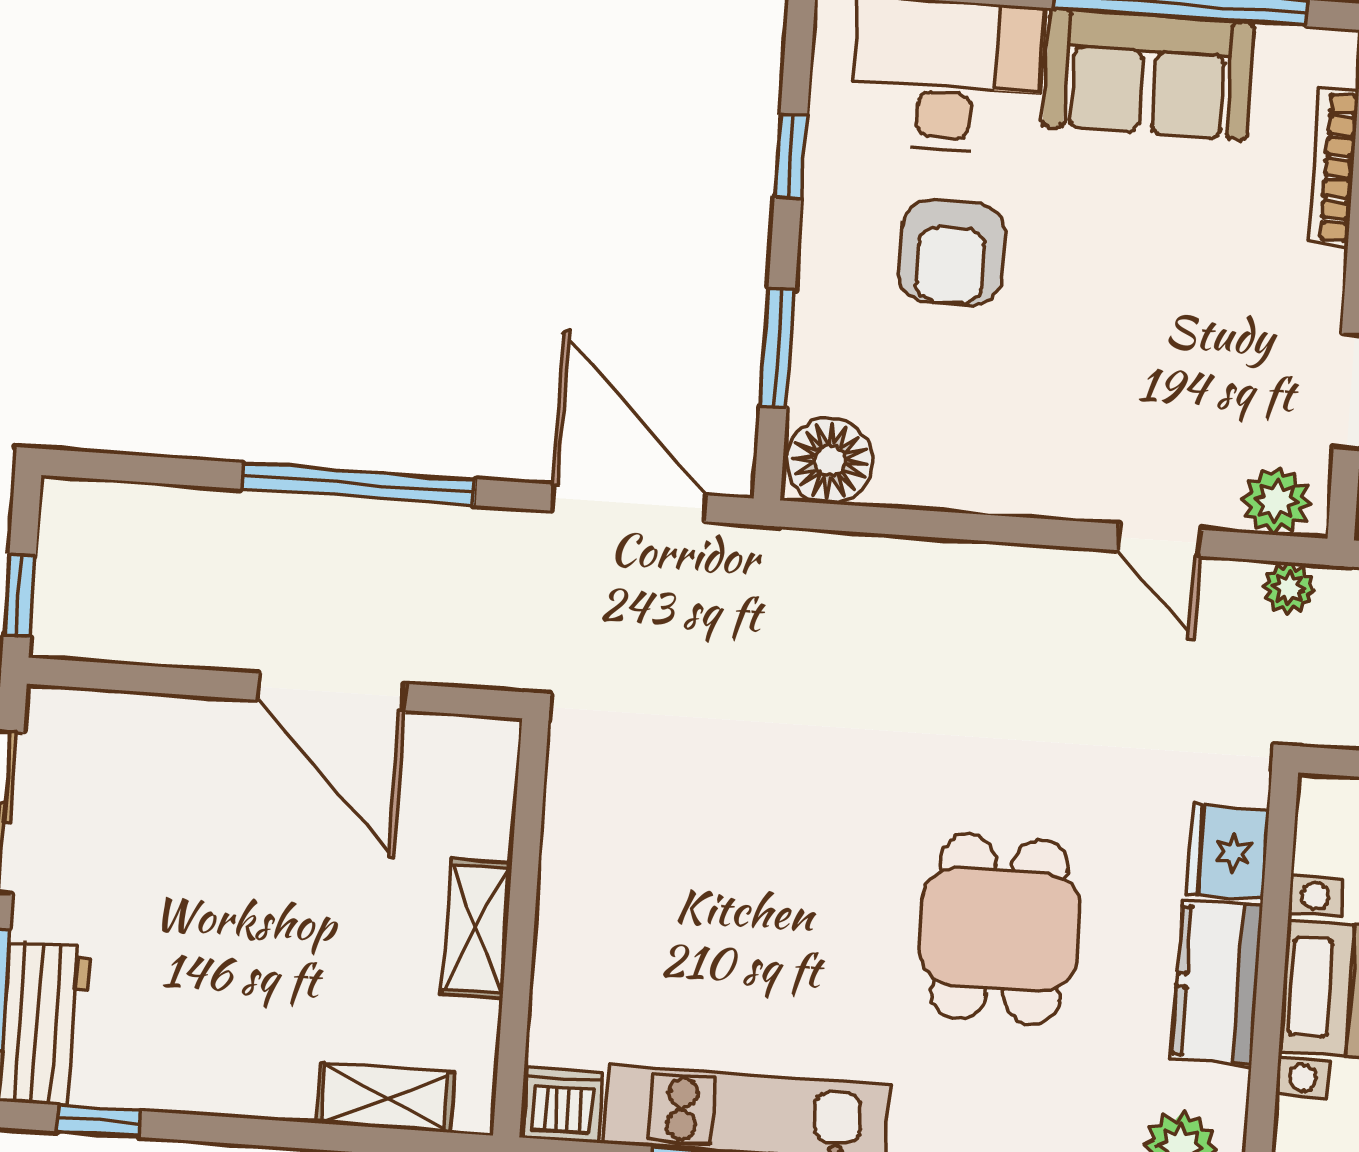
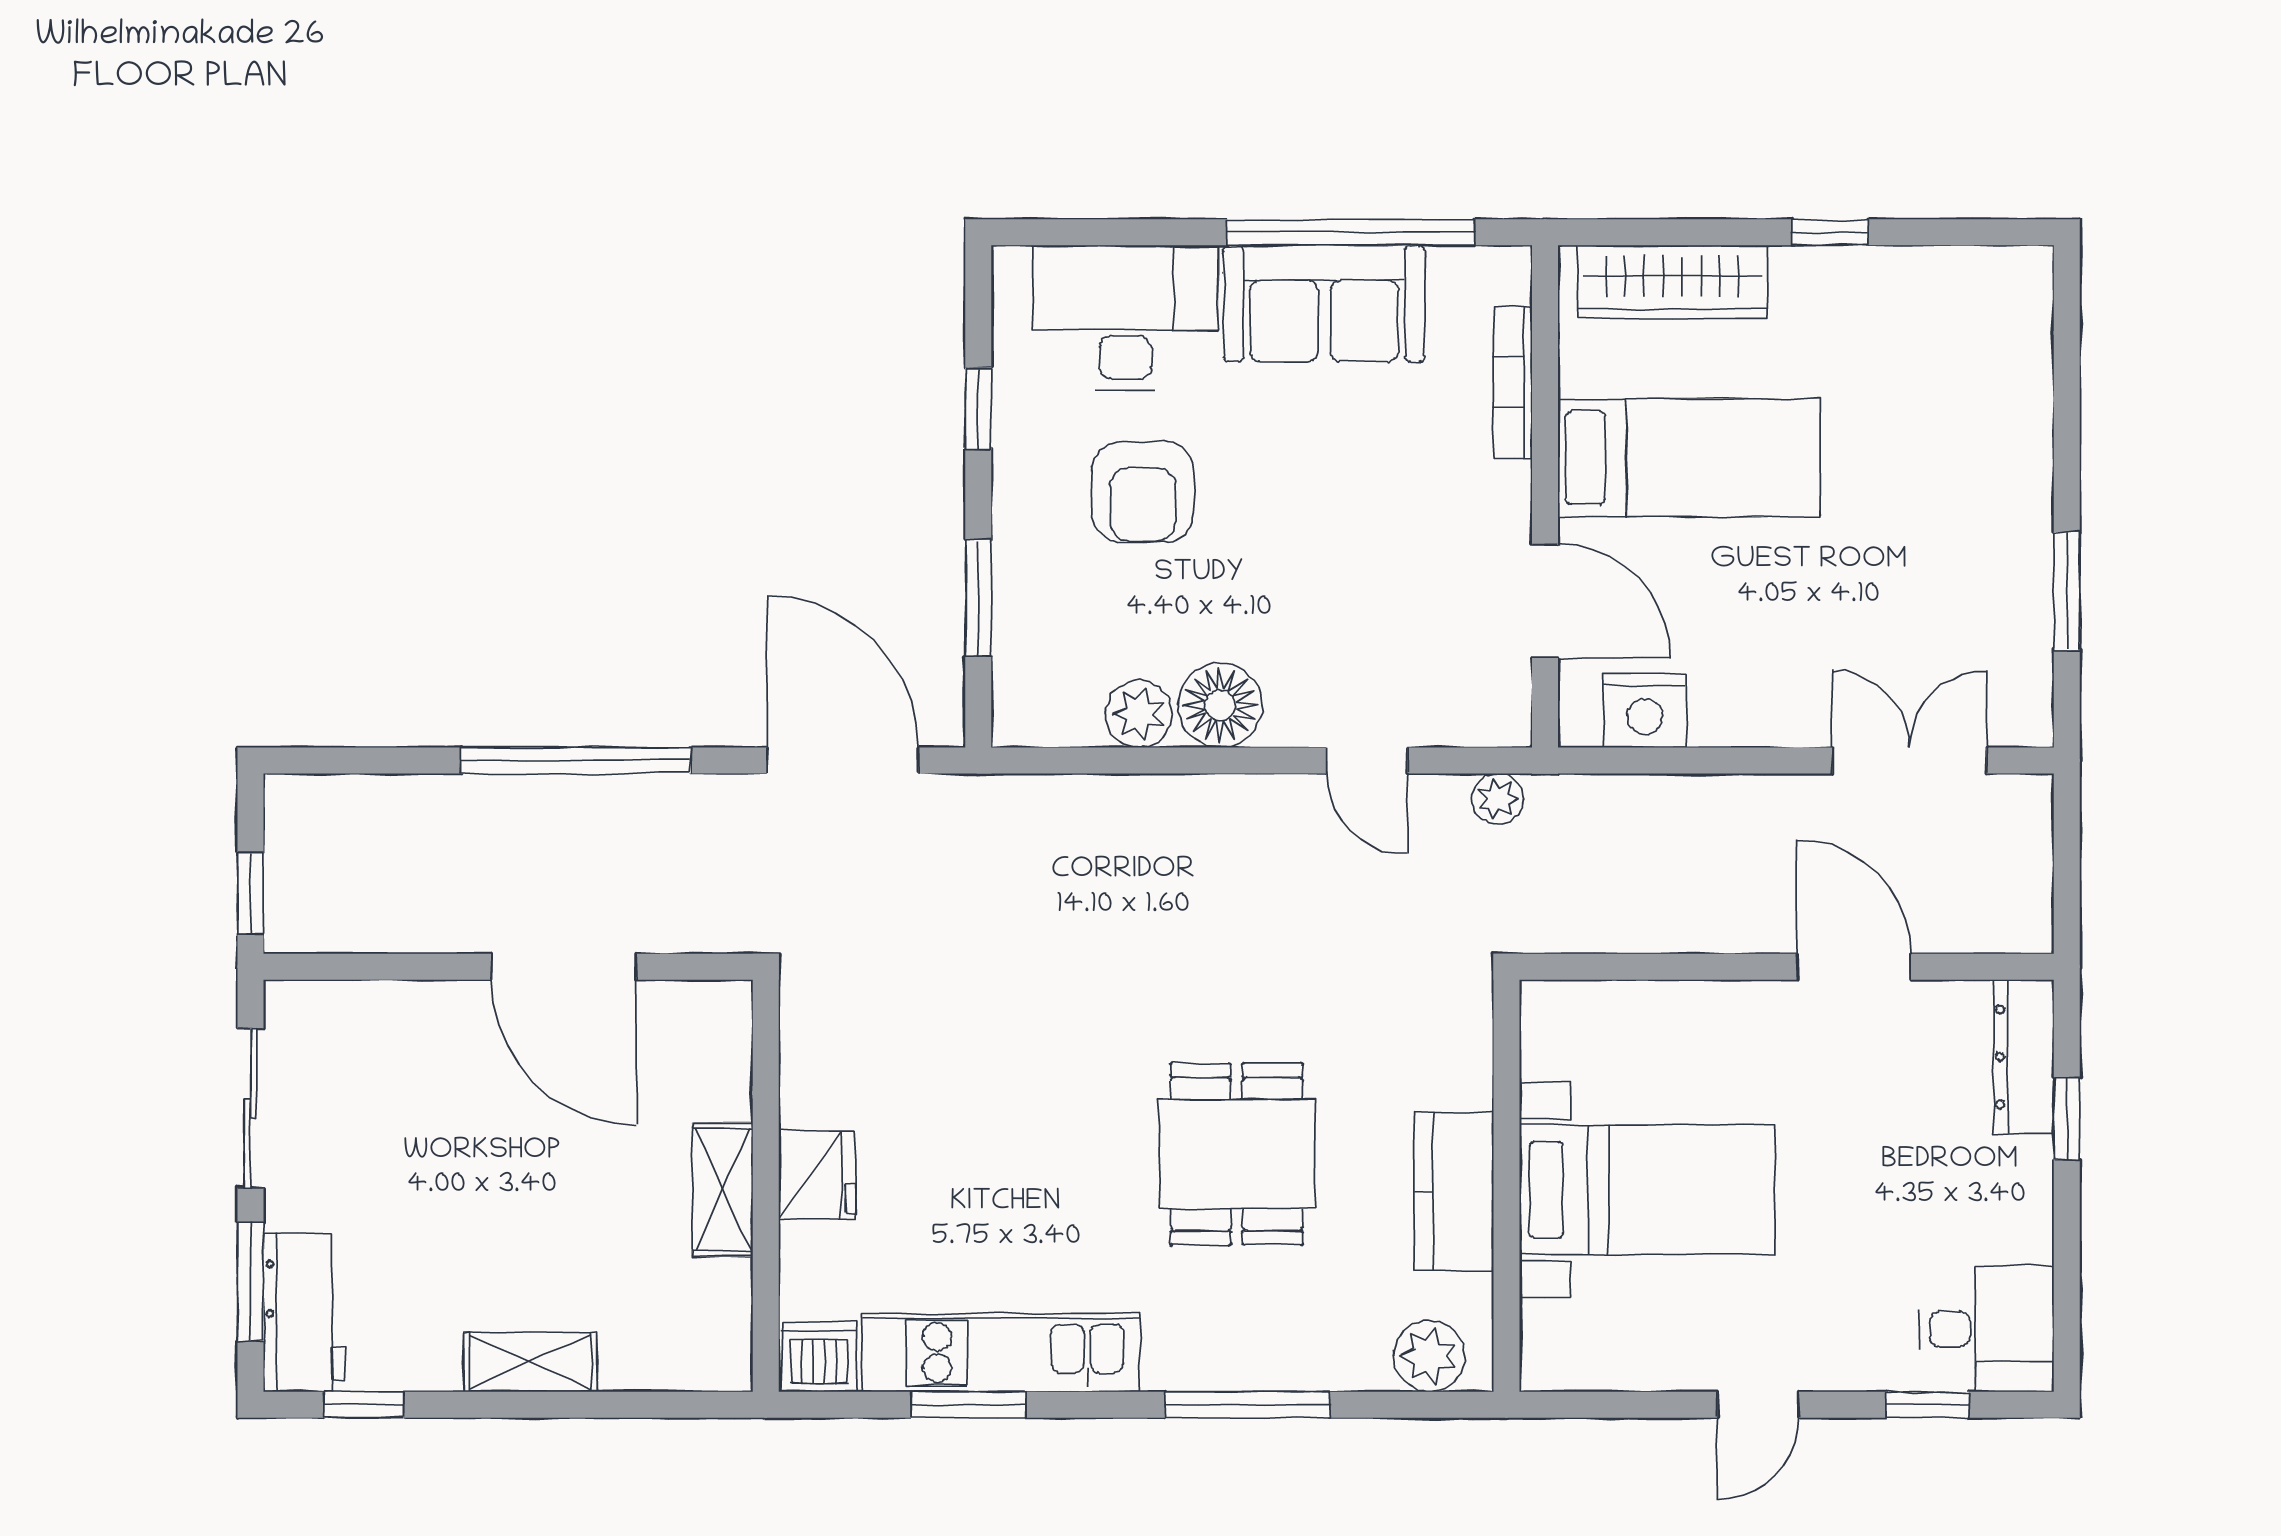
floor lamp: (830, 461) -> (1220, 705), moved
plant: (1276, 501) -> (1139, 714), moved
fridge: (1228, 852) -> (817, 1175), moved, turned 180
shelving: (385, 1098) -> (530, 1362), moved

